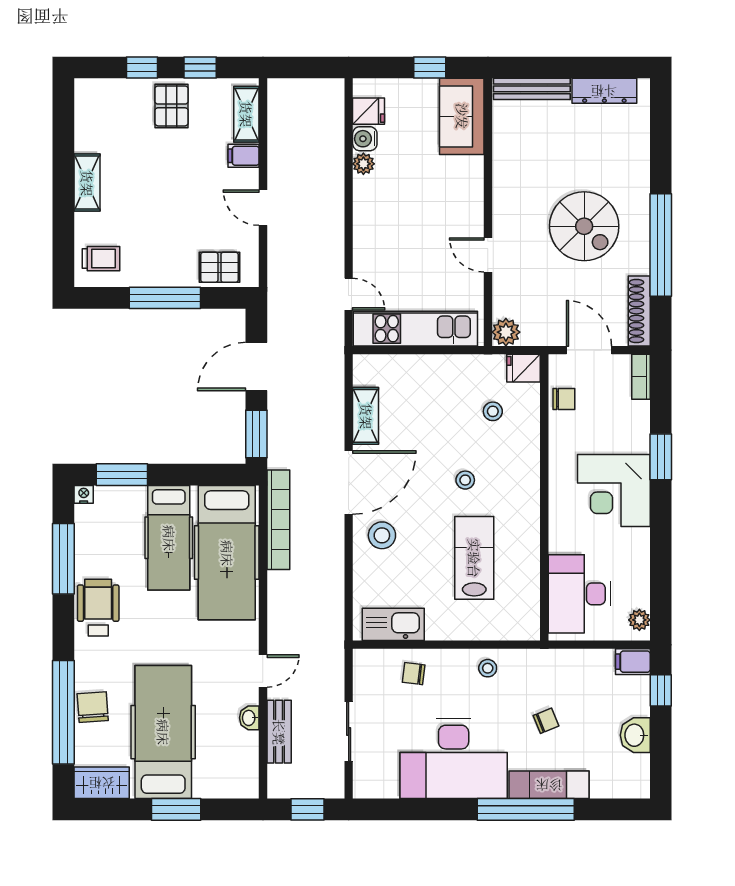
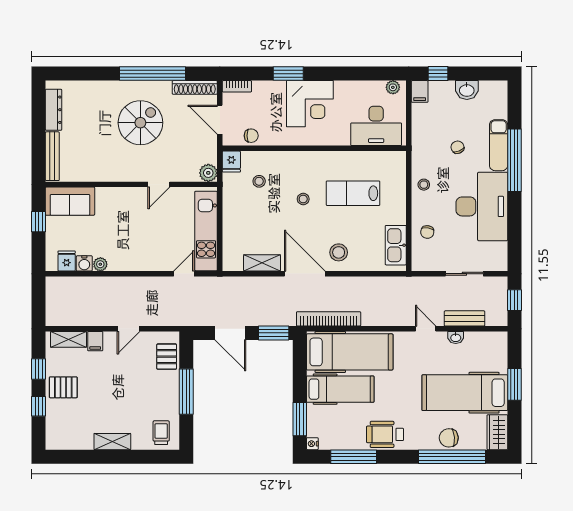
door: (589, 350) -> (220, 120), hinge flipped
chair: (564, 399) -> (251, 136), turned 90

